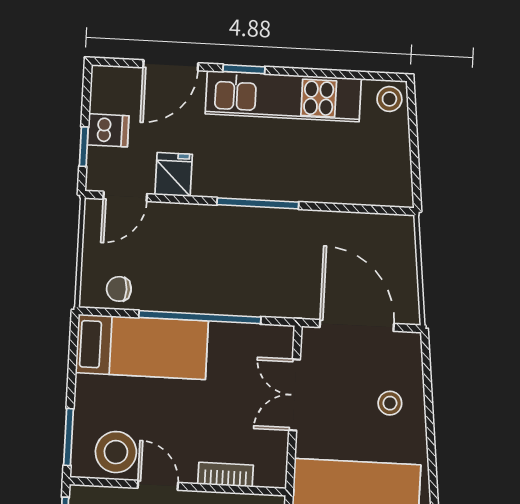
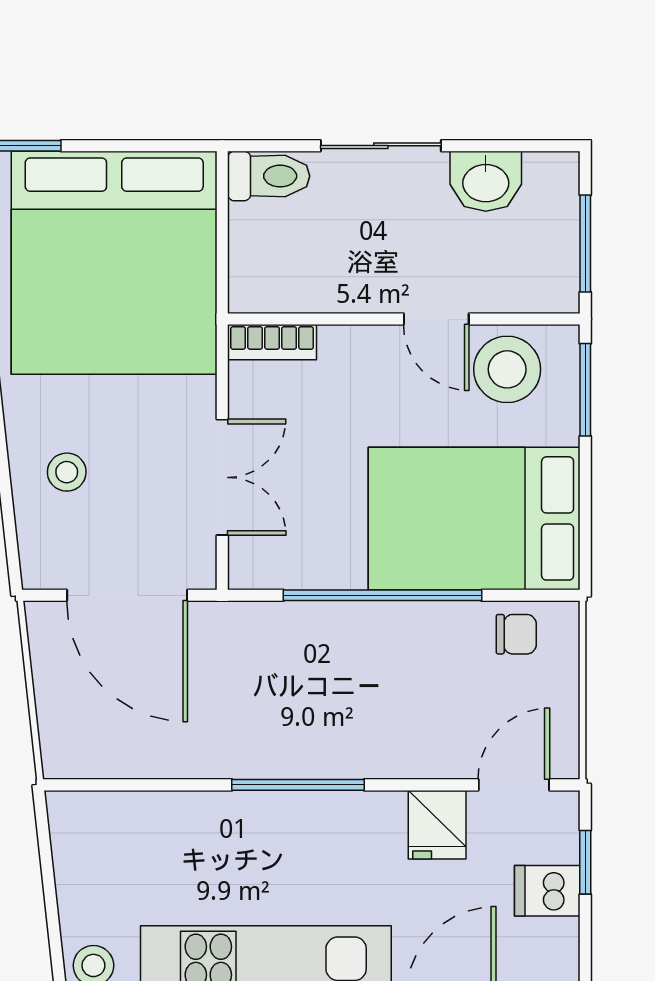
bed: (142, 347) -> (474, 518), width x1.50
bookcase: (226, 475) -> (272, 342), moved

